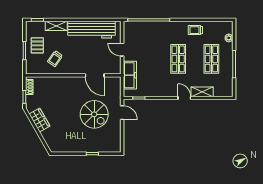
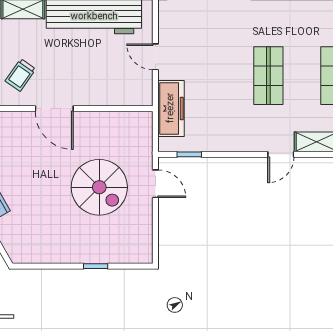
trolley: (195, 30) -> (303, 18), removed
door: (95, 75) -> (54, 109), moved
door: (184, 98) -> (281, 154), swing flipped

